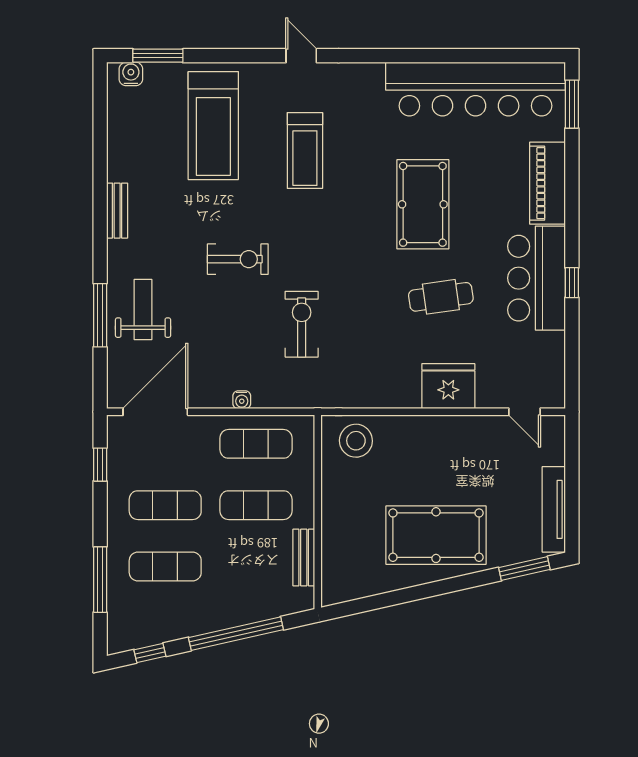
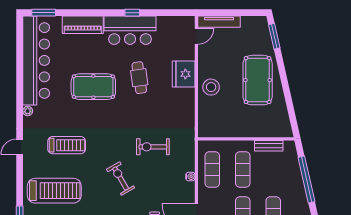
plant: (374, 72) -> (28, 111), added
exercise bike: (238, 259) -> (121, 178), turned -30
stool: (356, 441) -> (211, 87), moved
tv unit: (554, 509) -> (219, 22), moved

